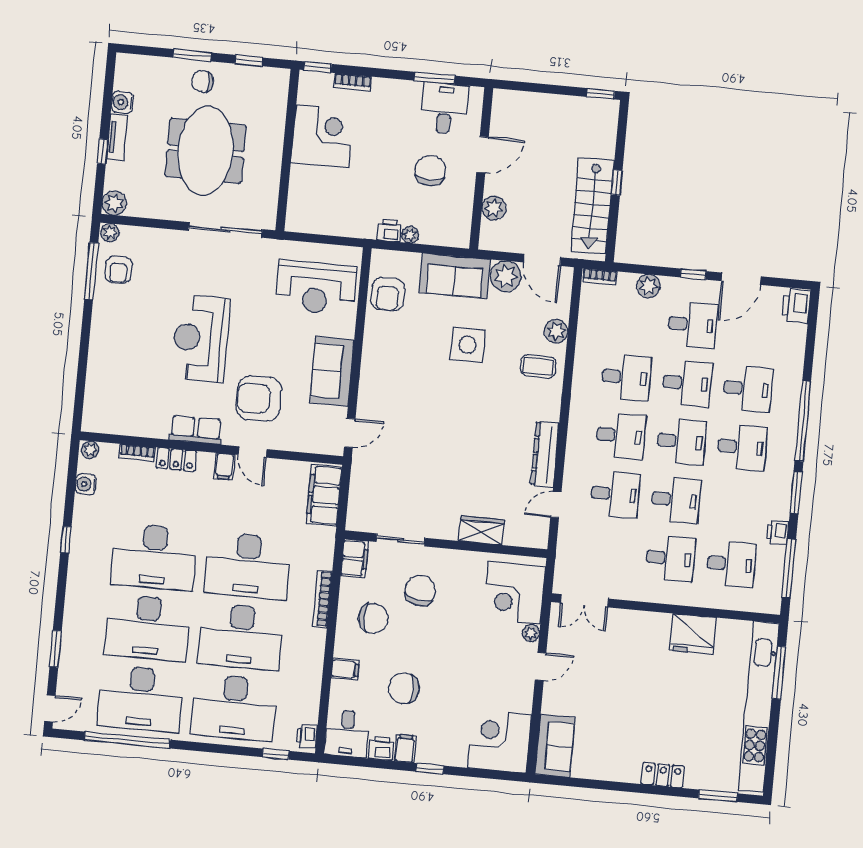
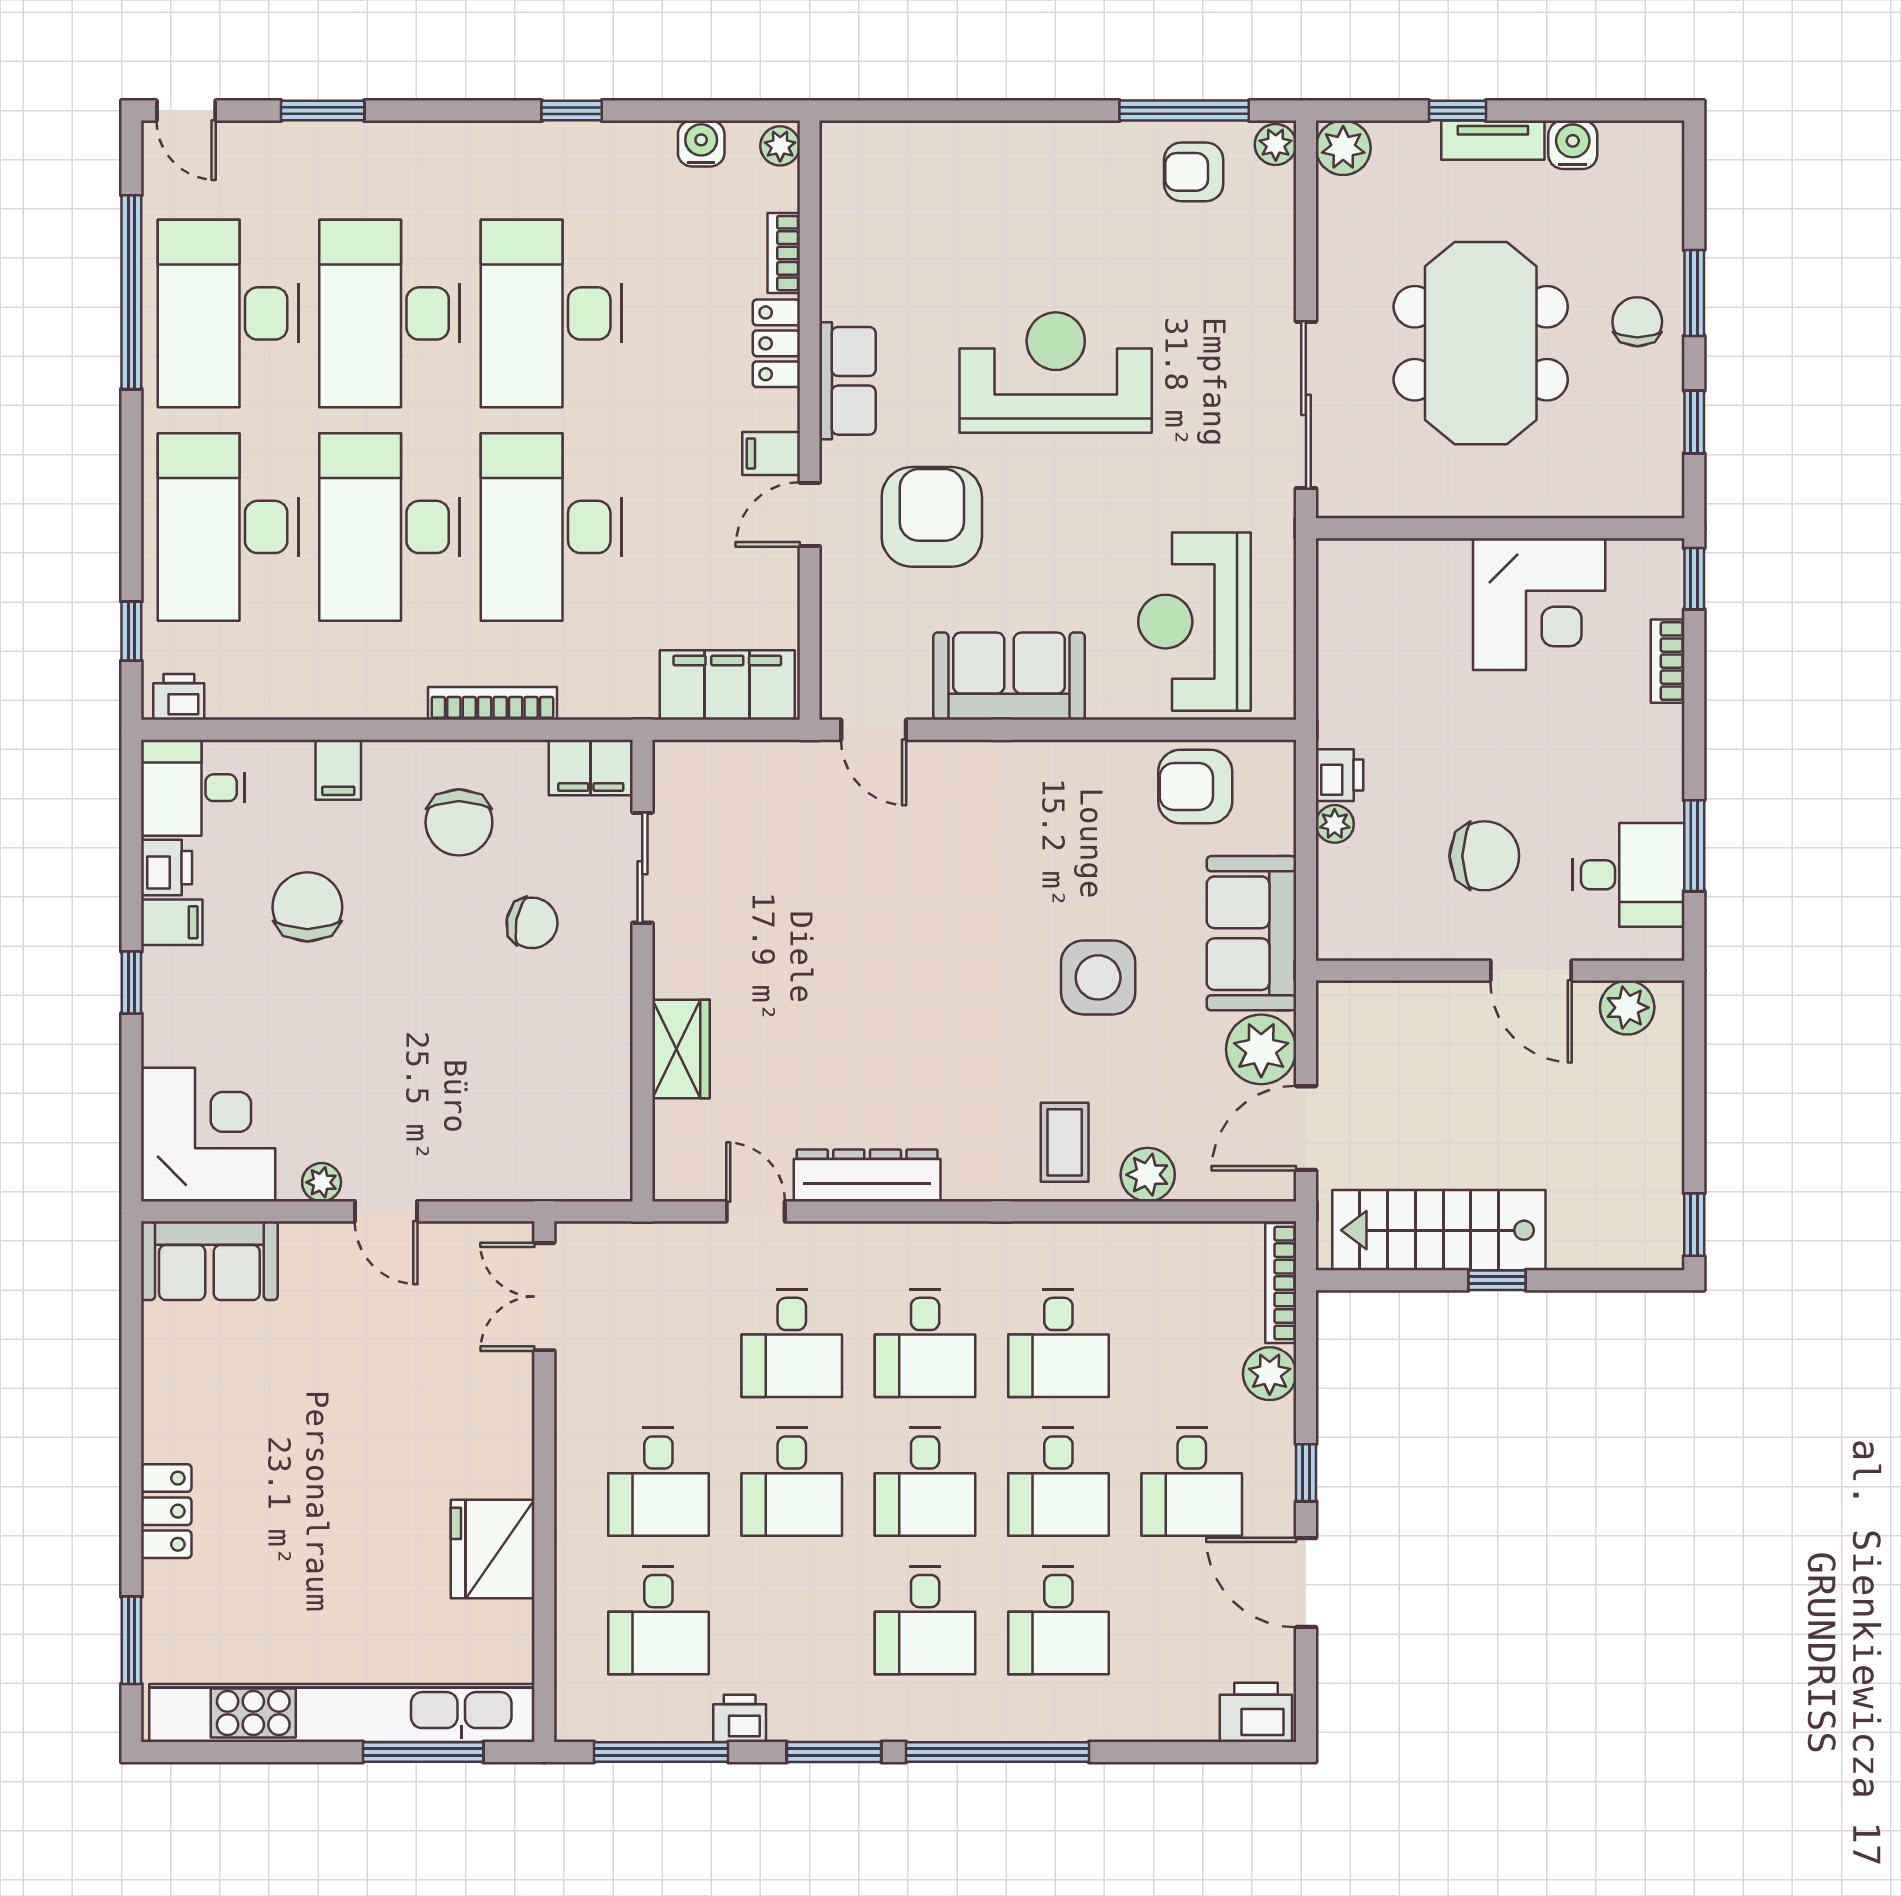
meeting table: (205, 151) -> (1481, 343), turned 90
plant: (494, 208) -> (1627, 1008), moved
bookcase: (600, 277) -> (1281, 1283), width x1.56
chair: (420, 591) -> (532, 923), width x0.73, depth x0.73
corner desk: (514, 592) -> (548, 1136), removed
plant: (531, 633) -> (322, 1182), moved

